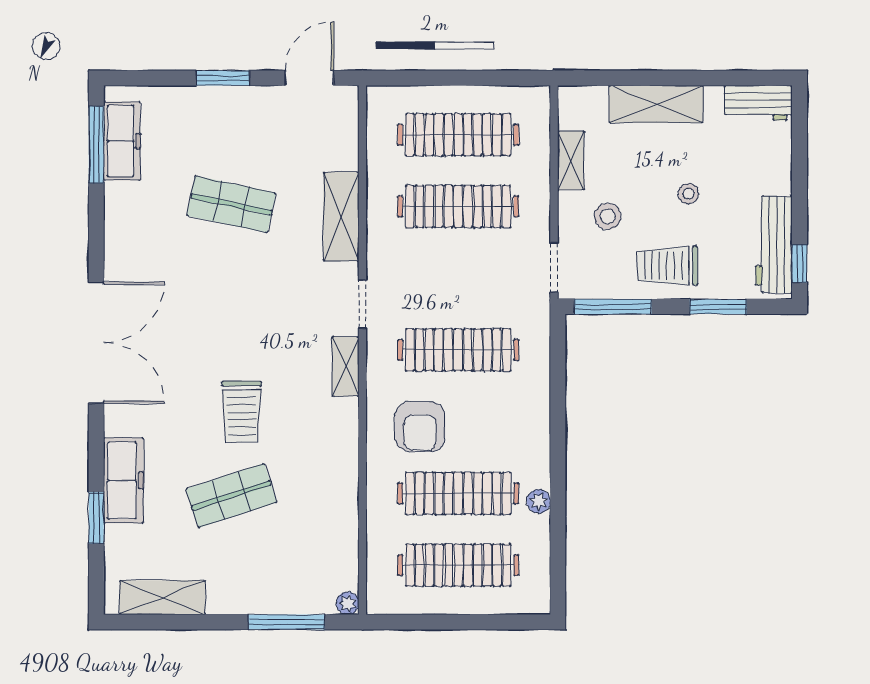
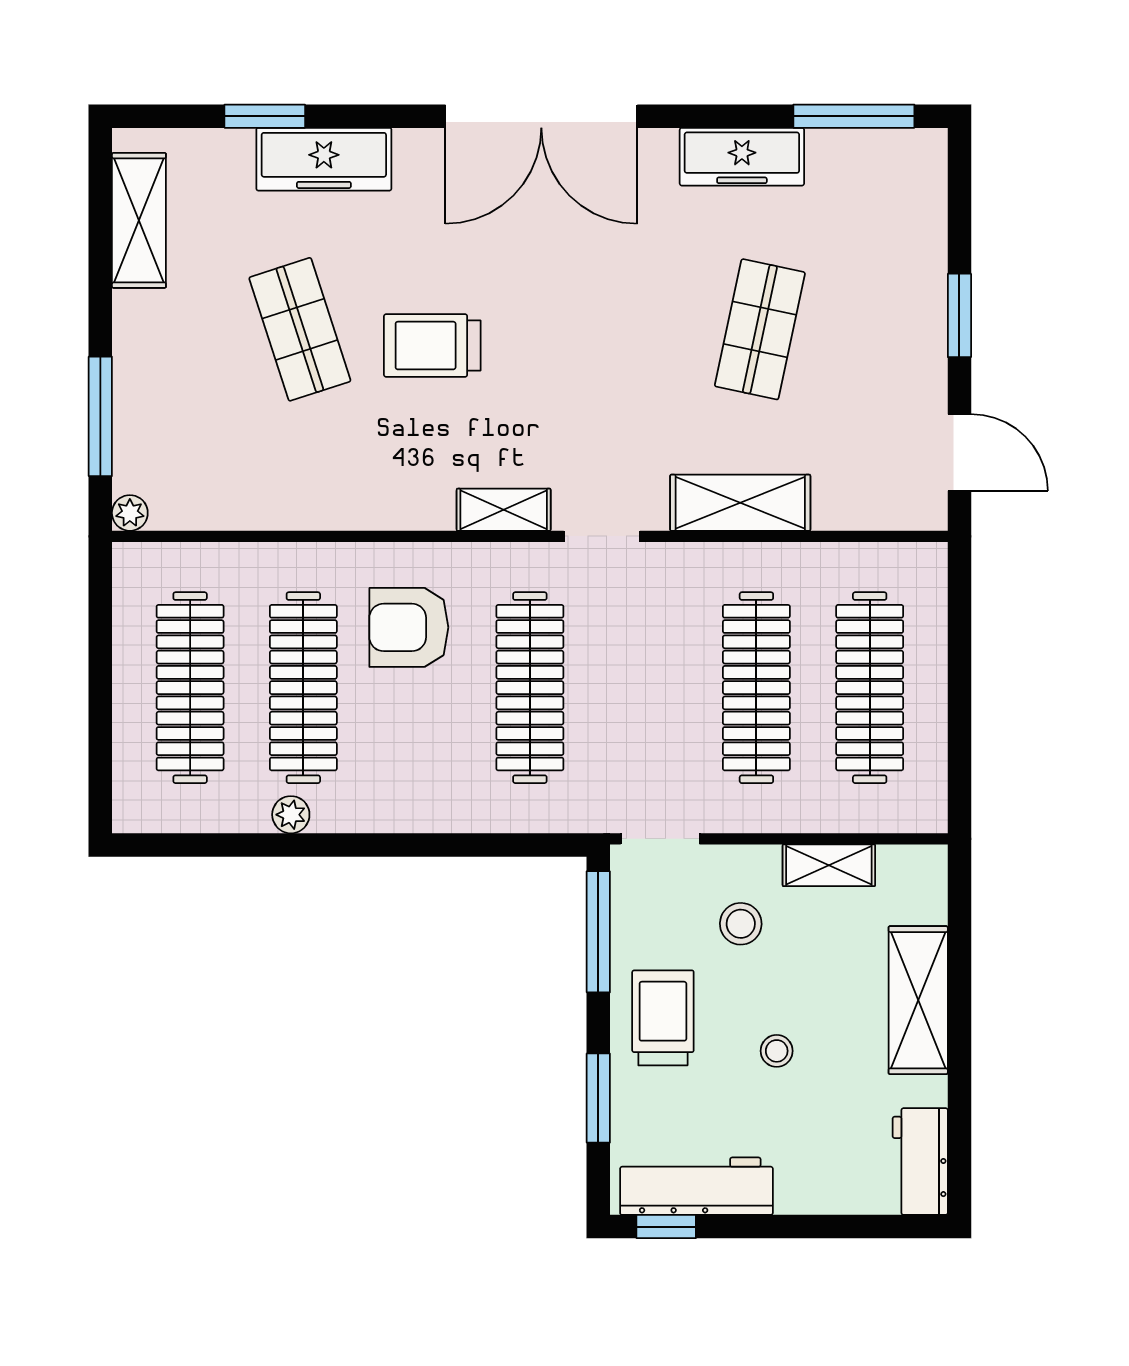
freezer: (122, 141) -> (742, 157), moved

